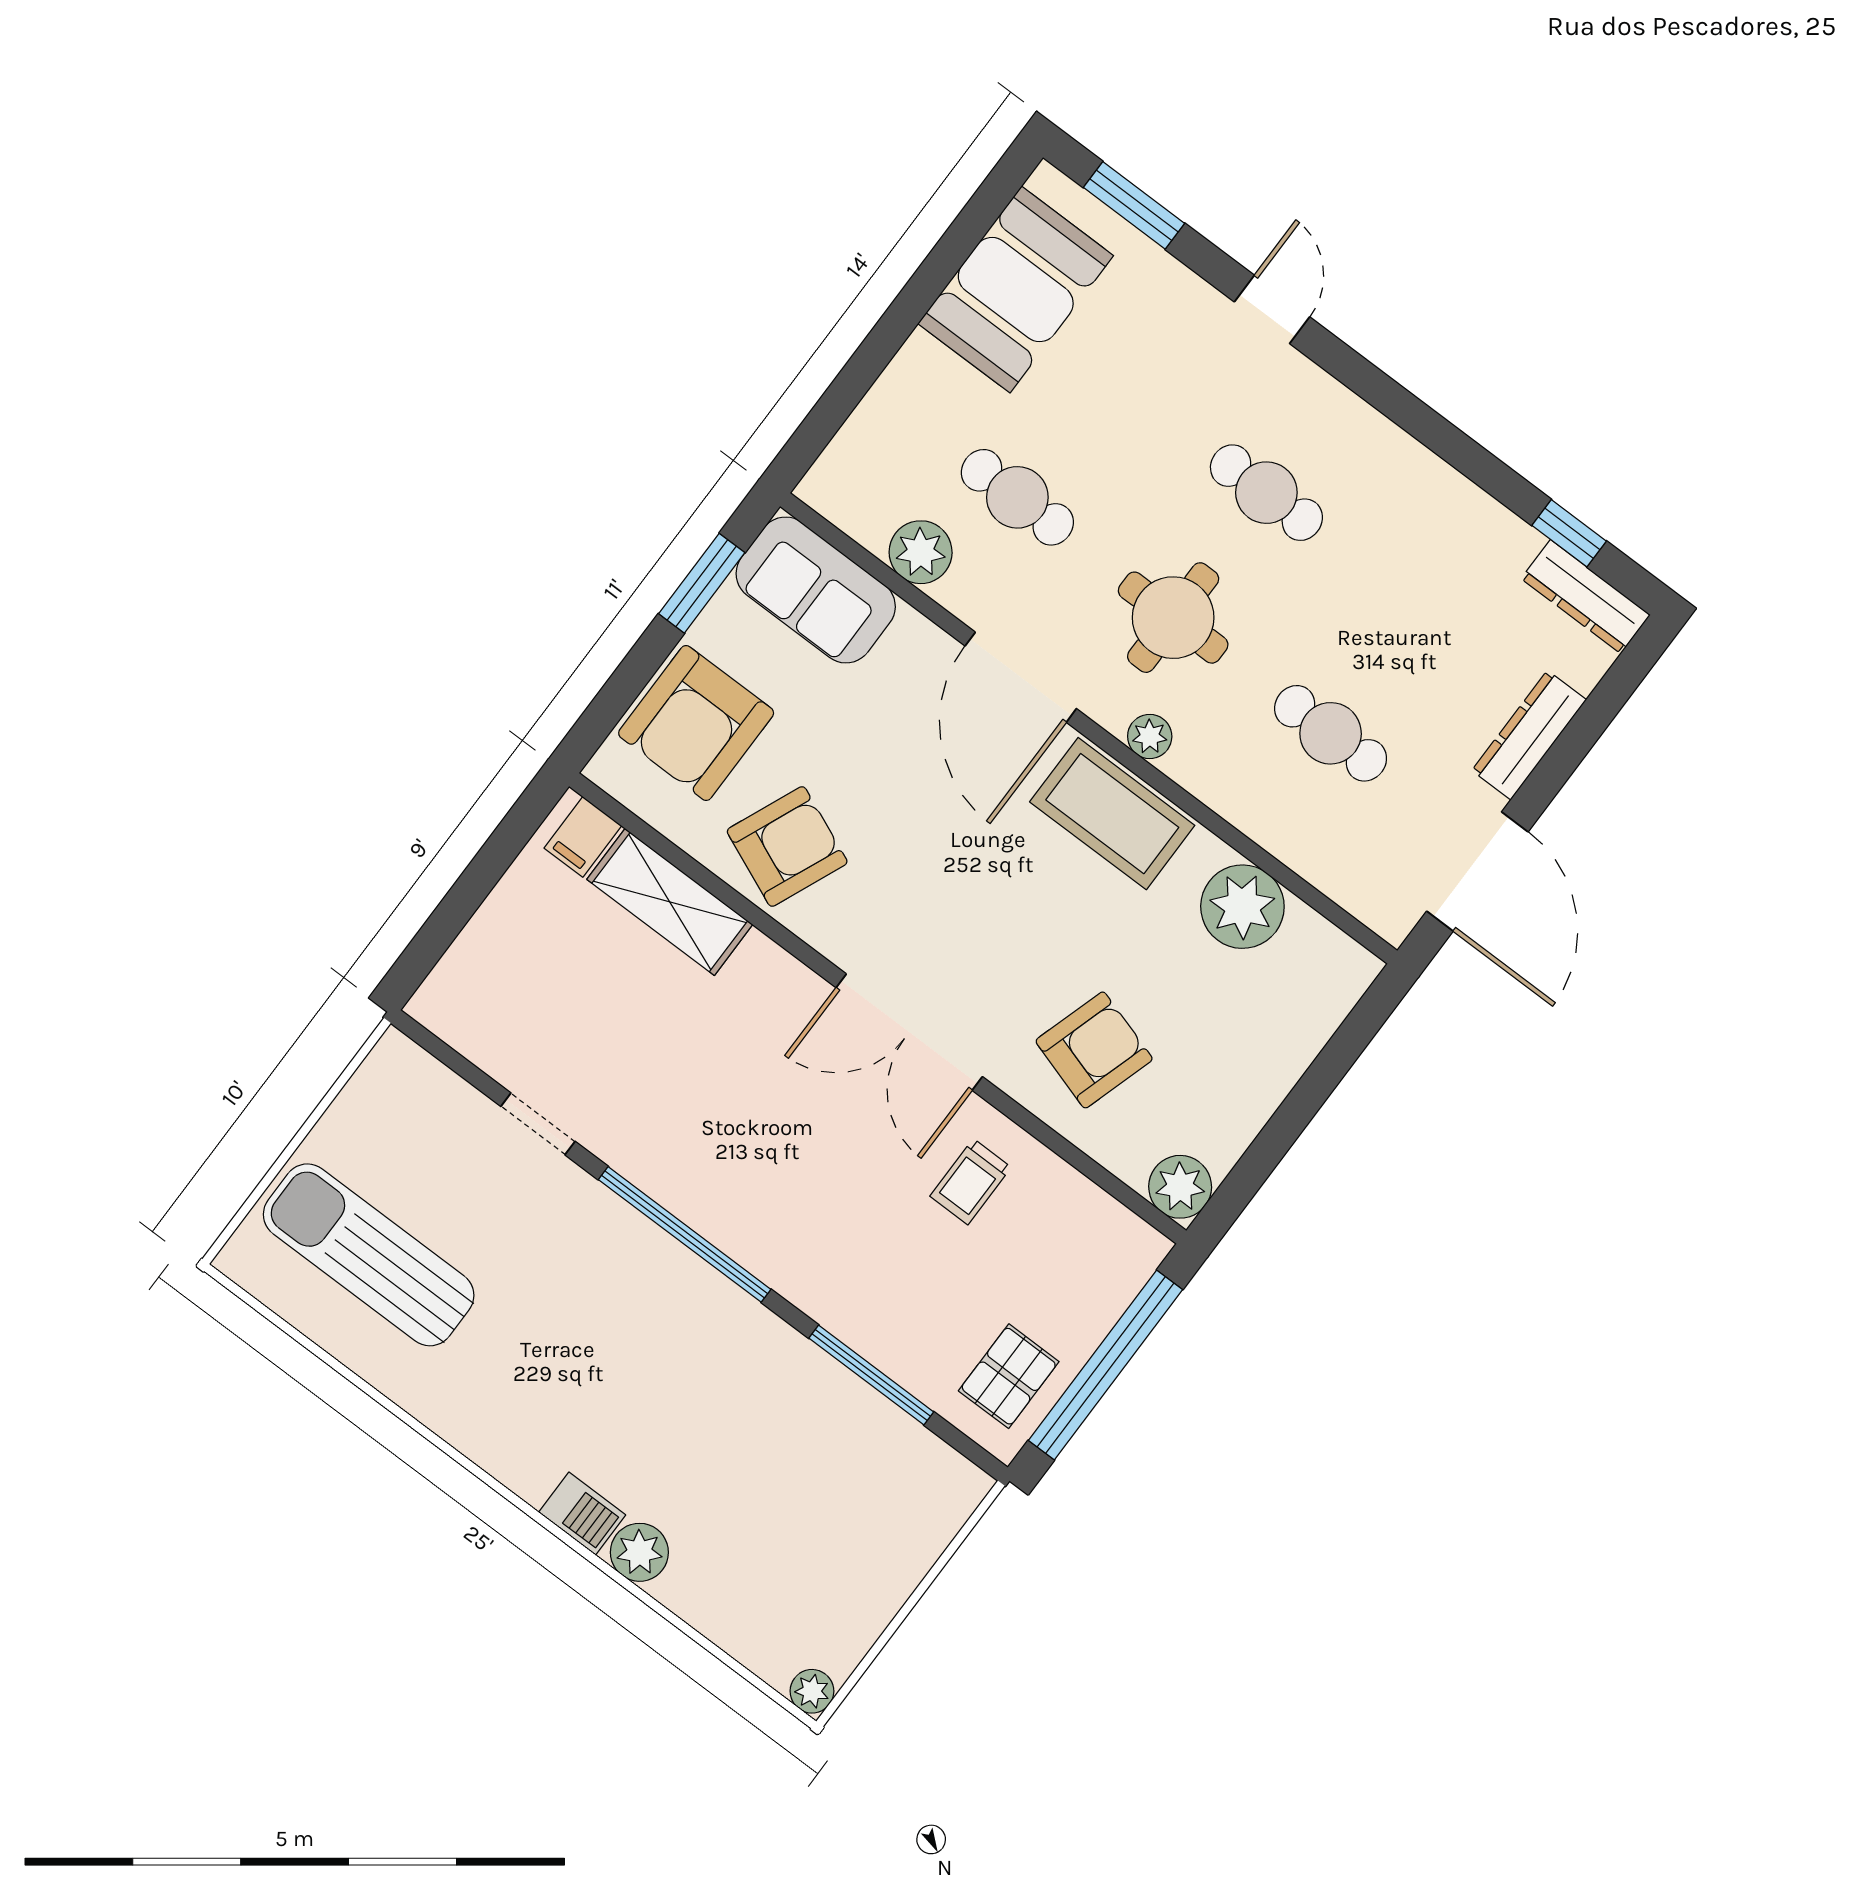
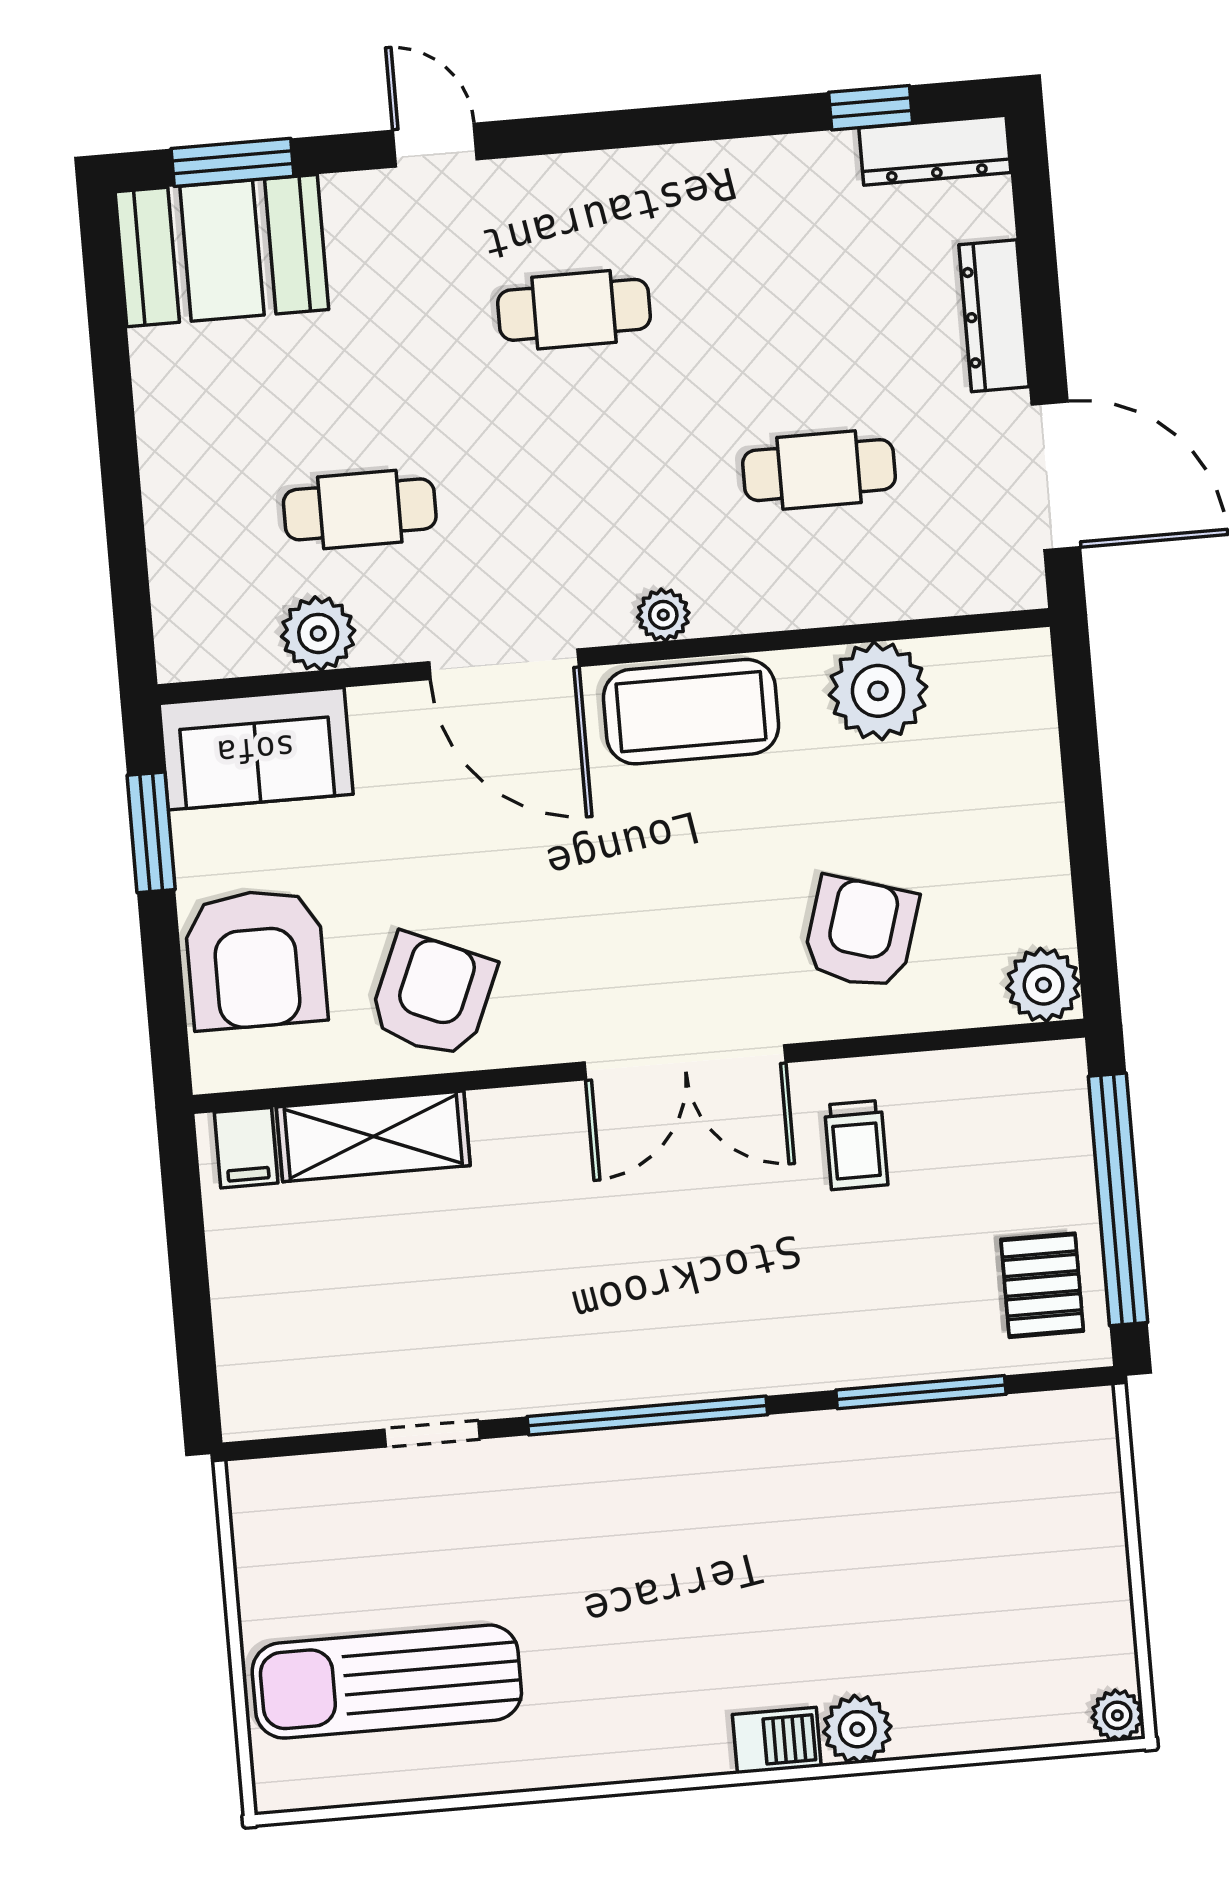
booth: (1016, 290) -> (222, 251), moved, turned 90
round table: (1173, 618) -> (590, 492), removed

